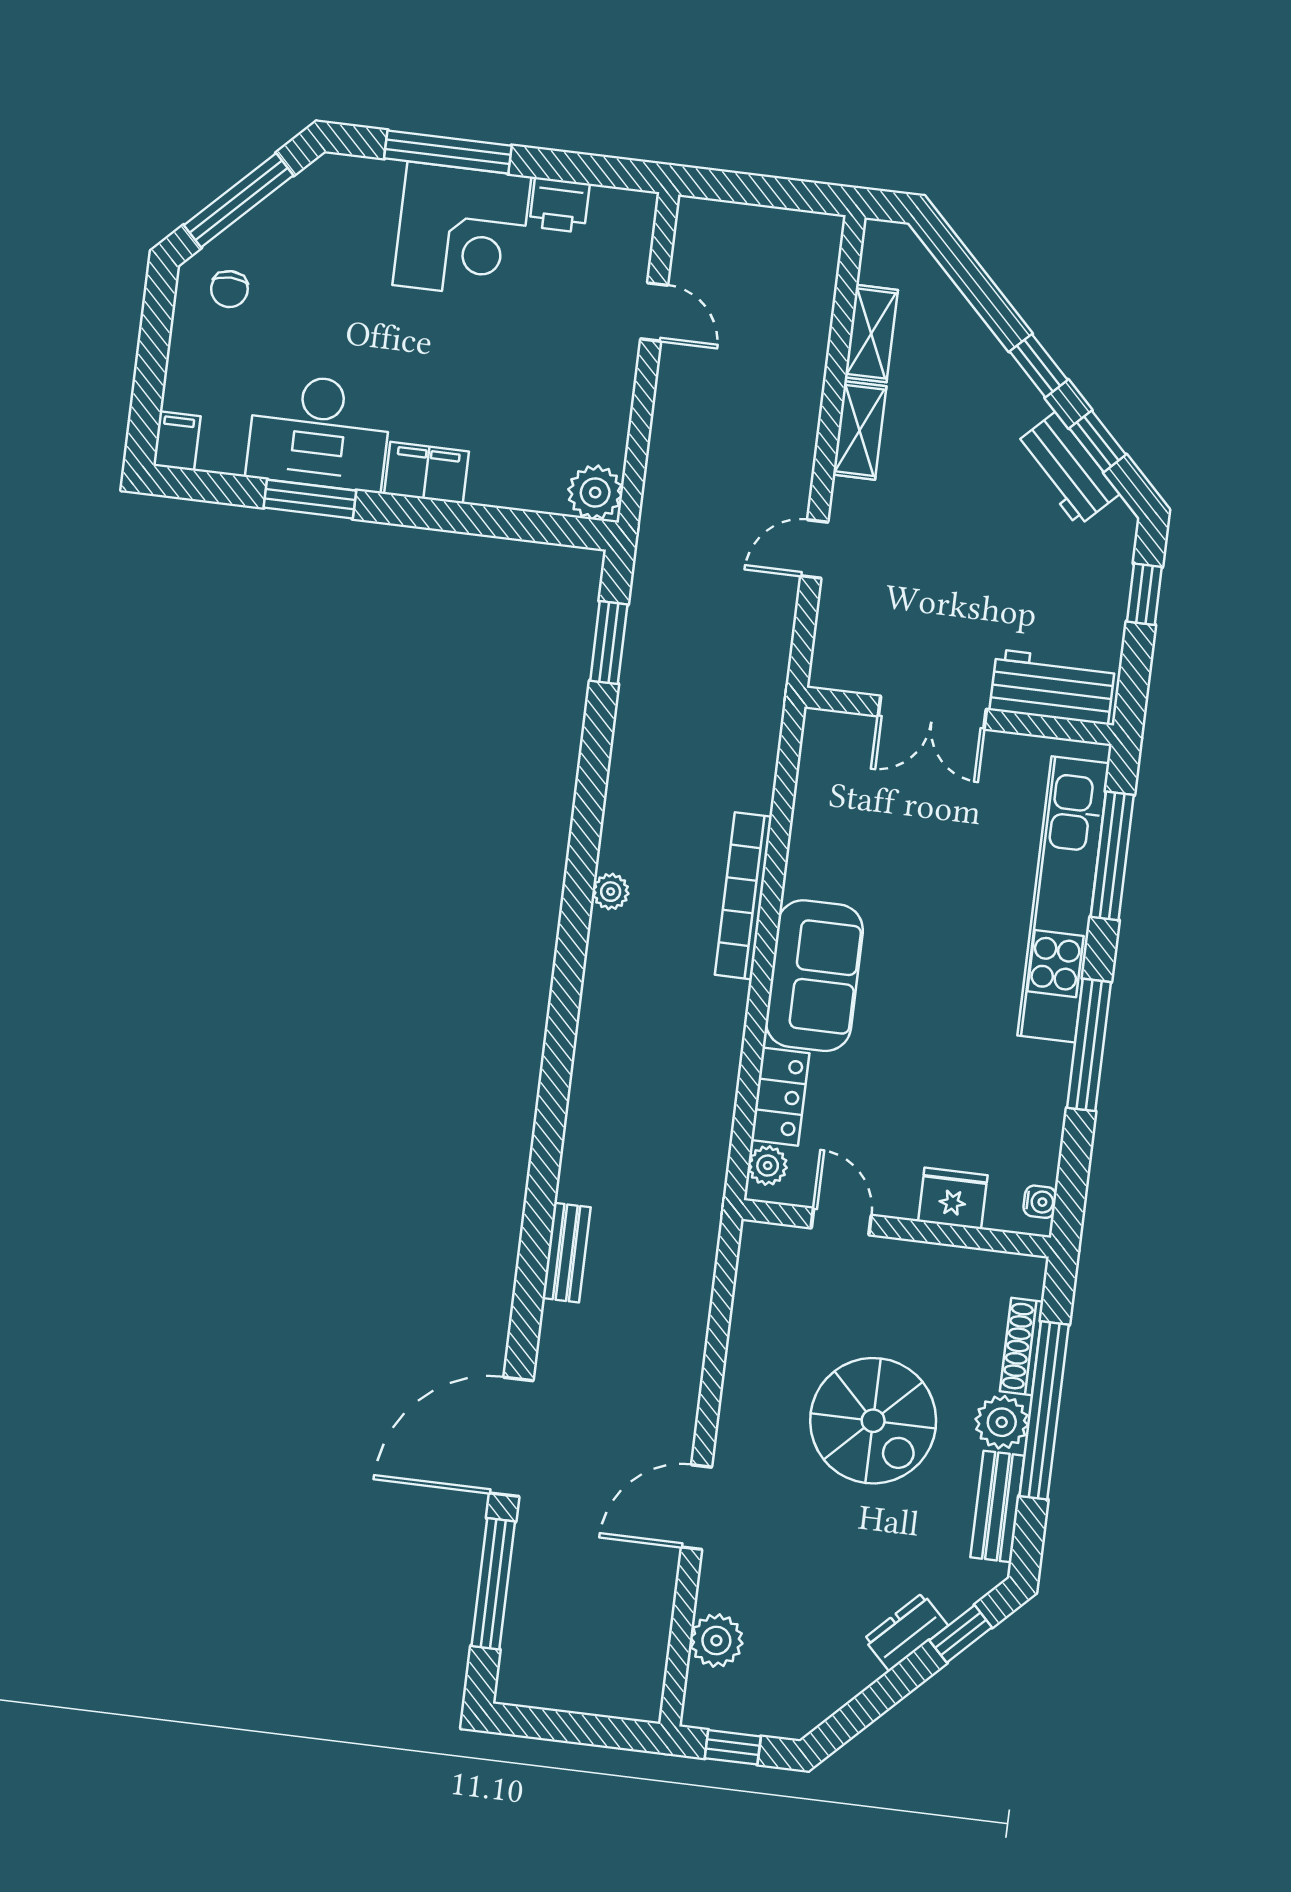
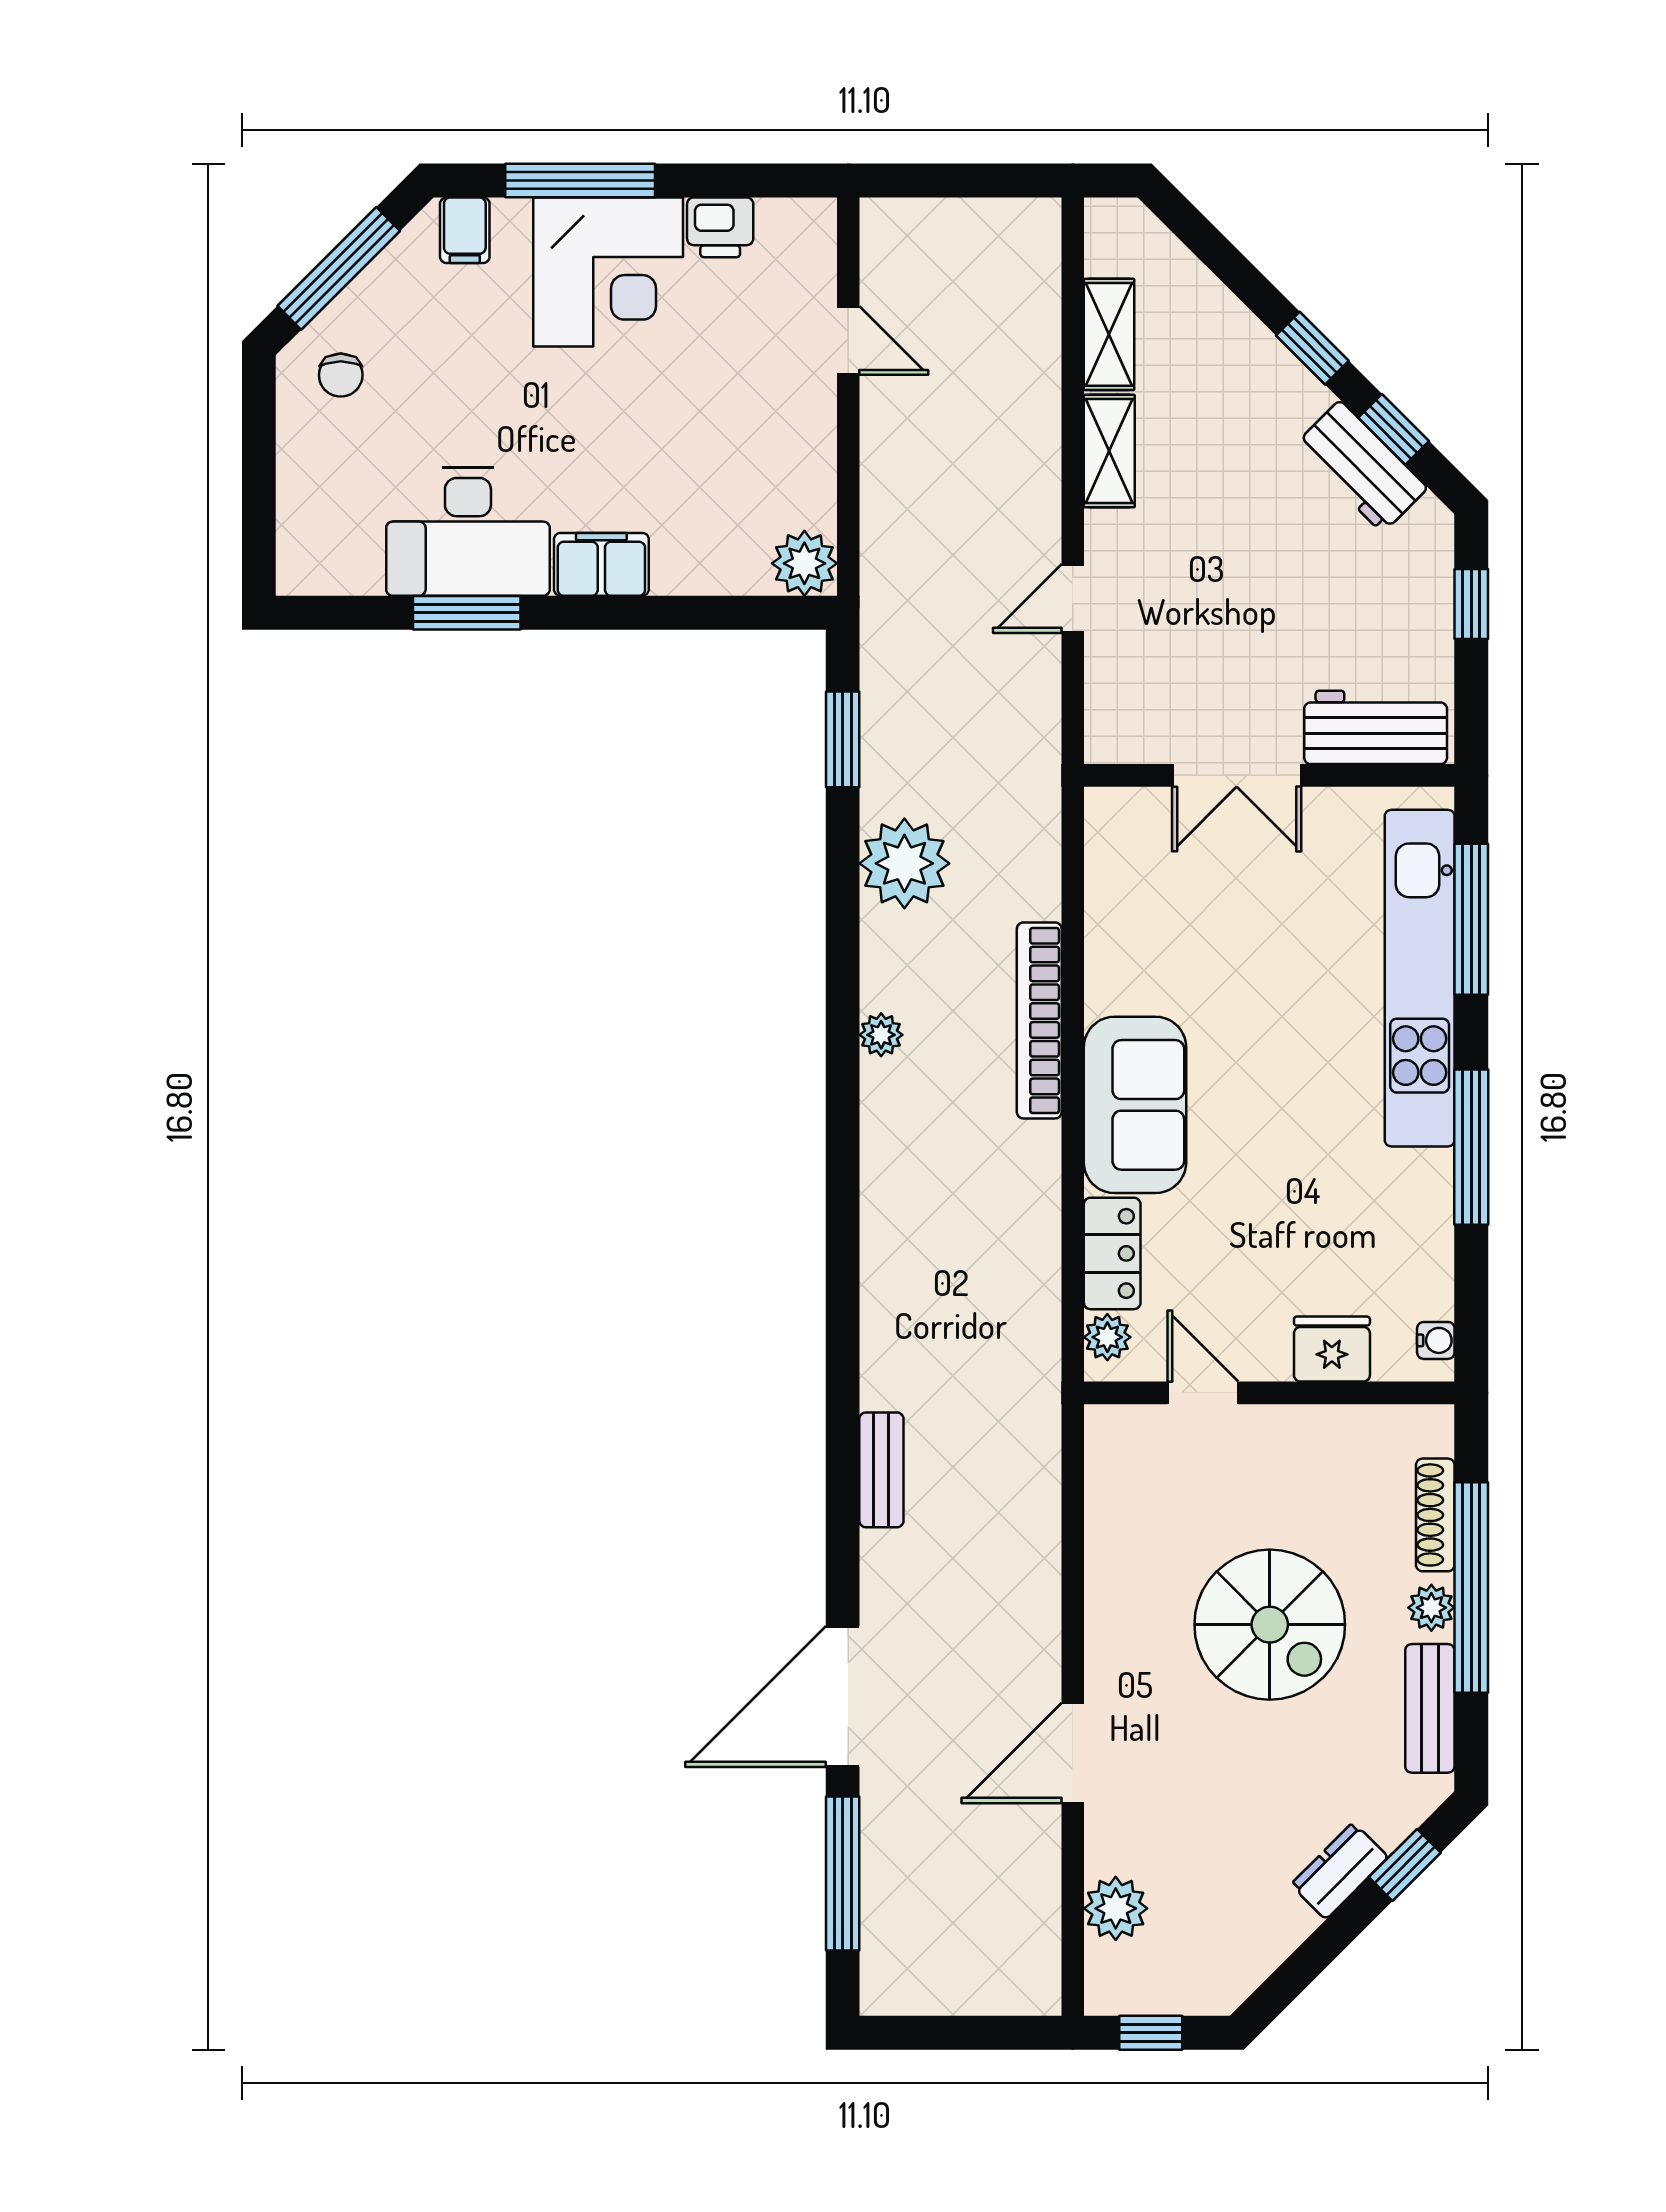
filing cabinet: (177, 441) -> (465, 230), moved, turned 180
plant: (648, 752) -> (904, 863), added
plant: (1002, 1422) -> (1431, 1608), width x0.73, depth x0.73

